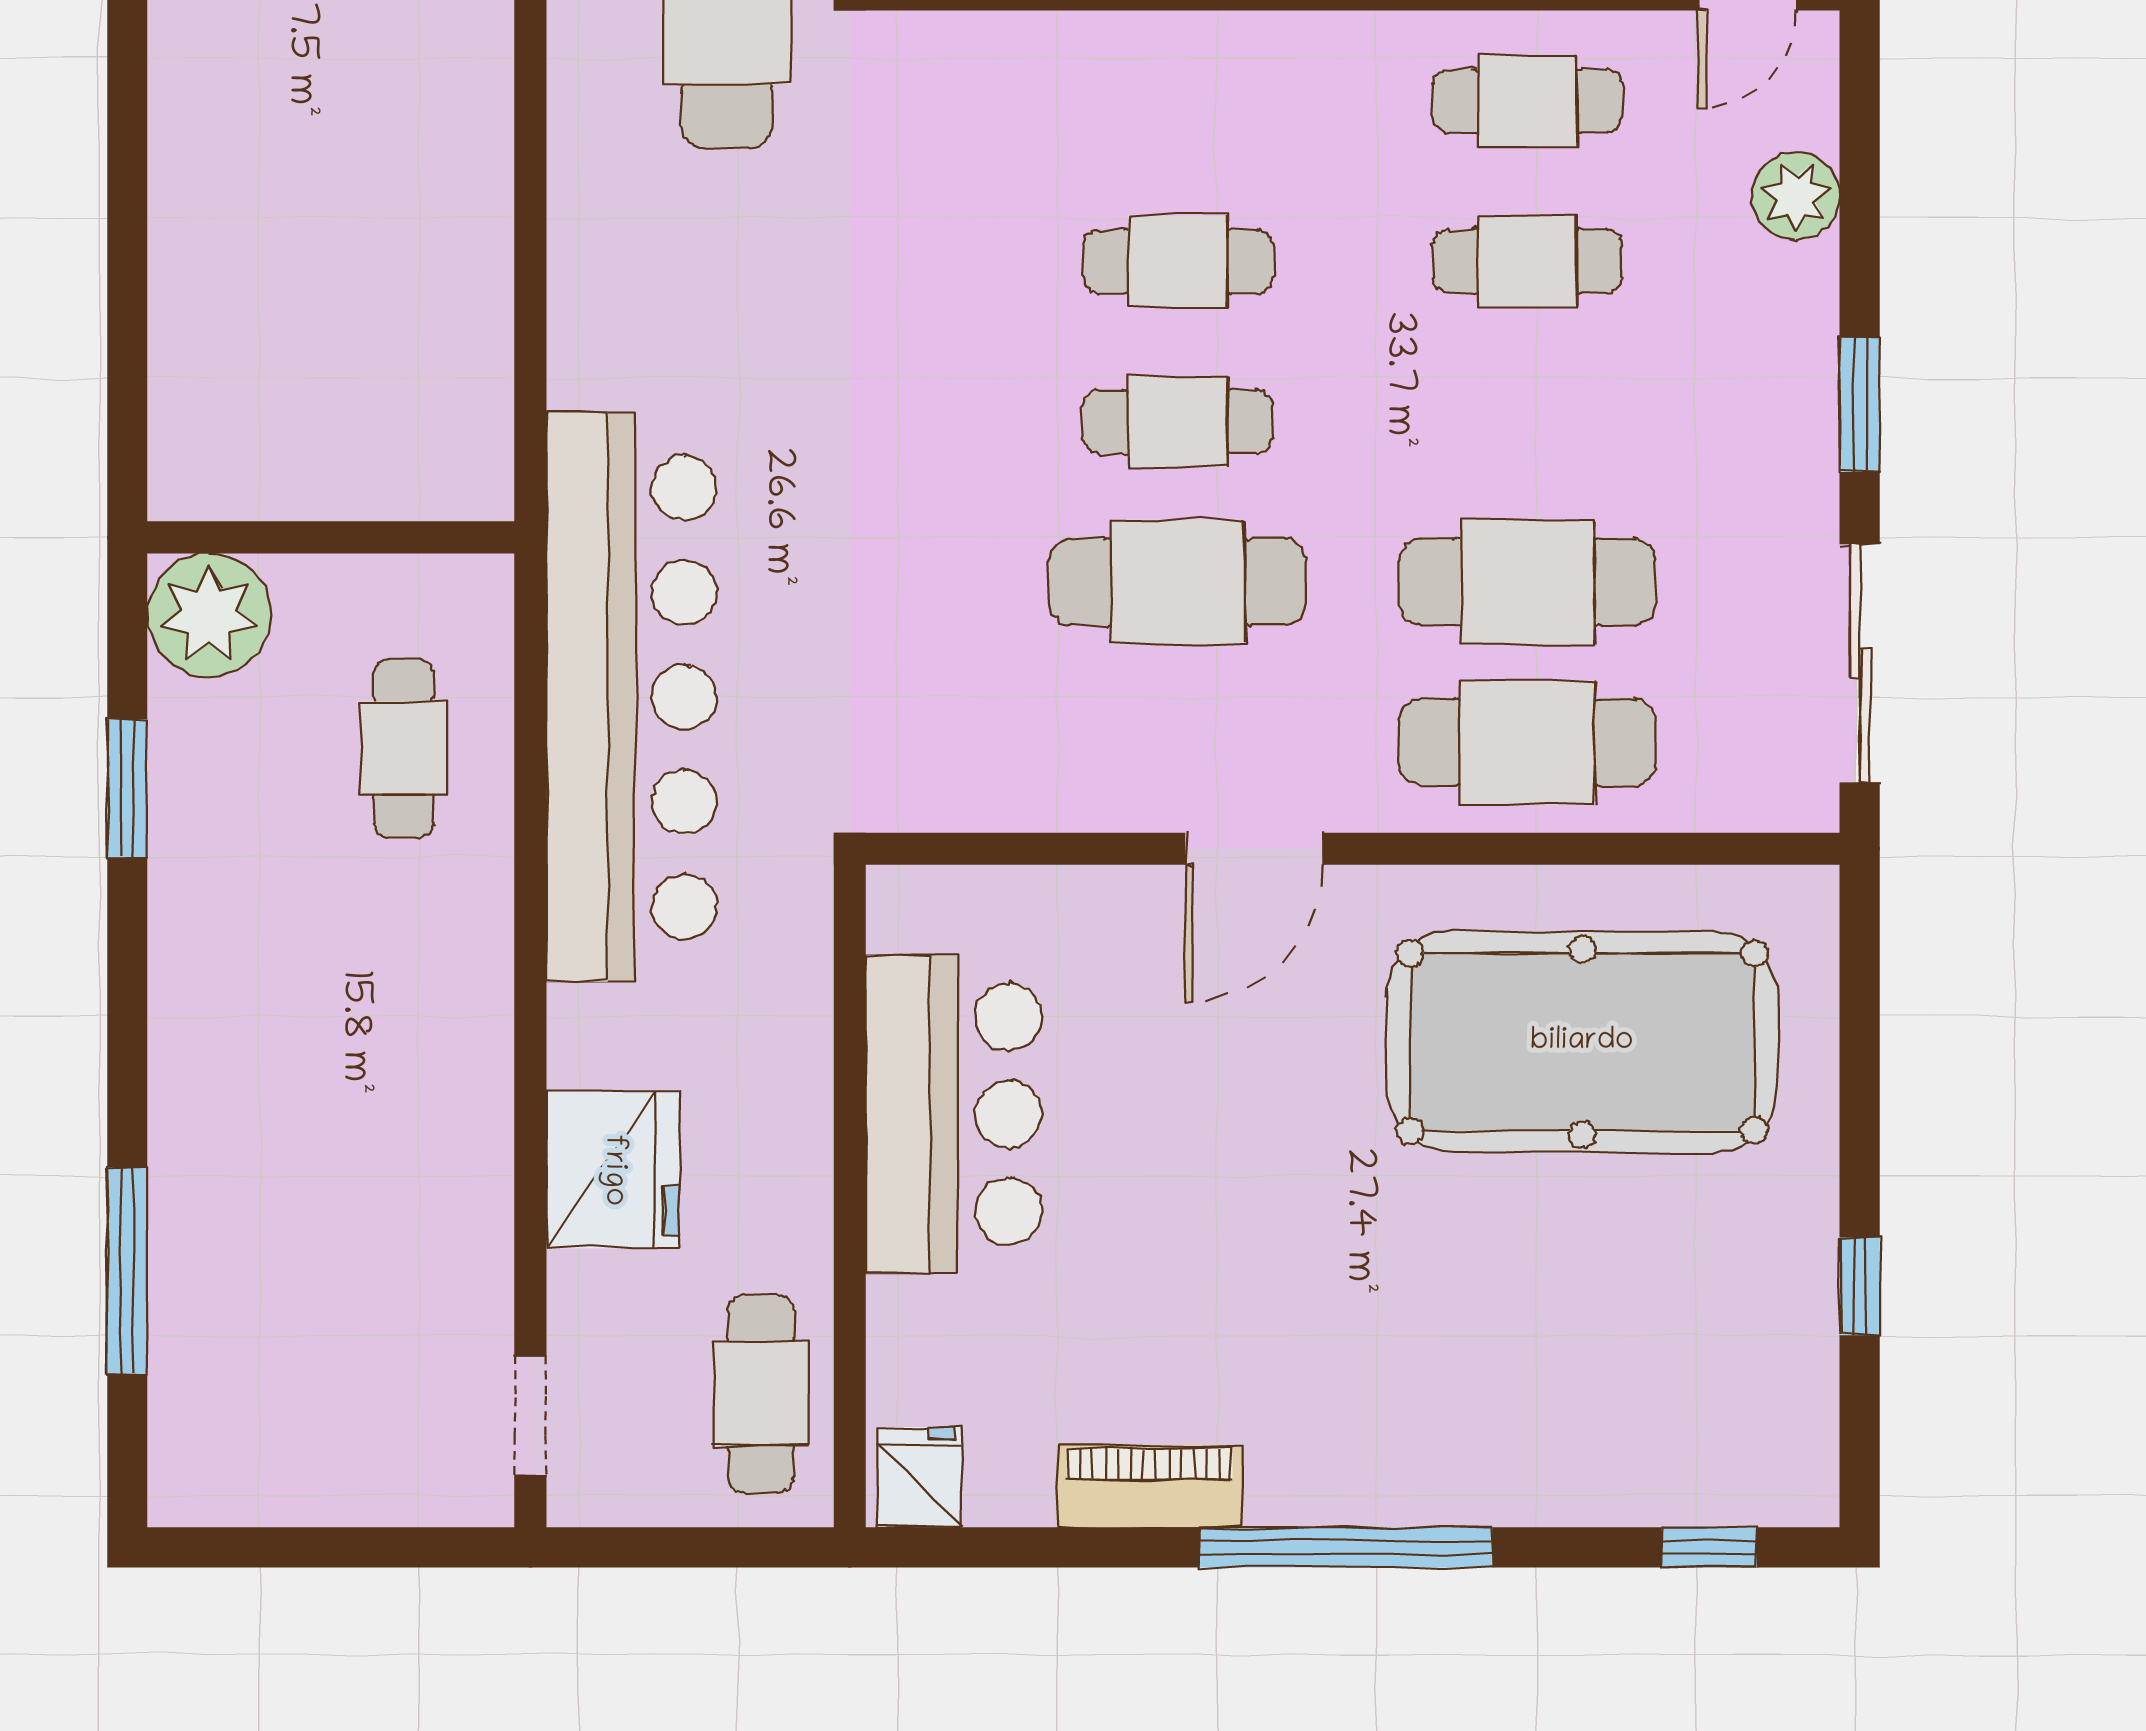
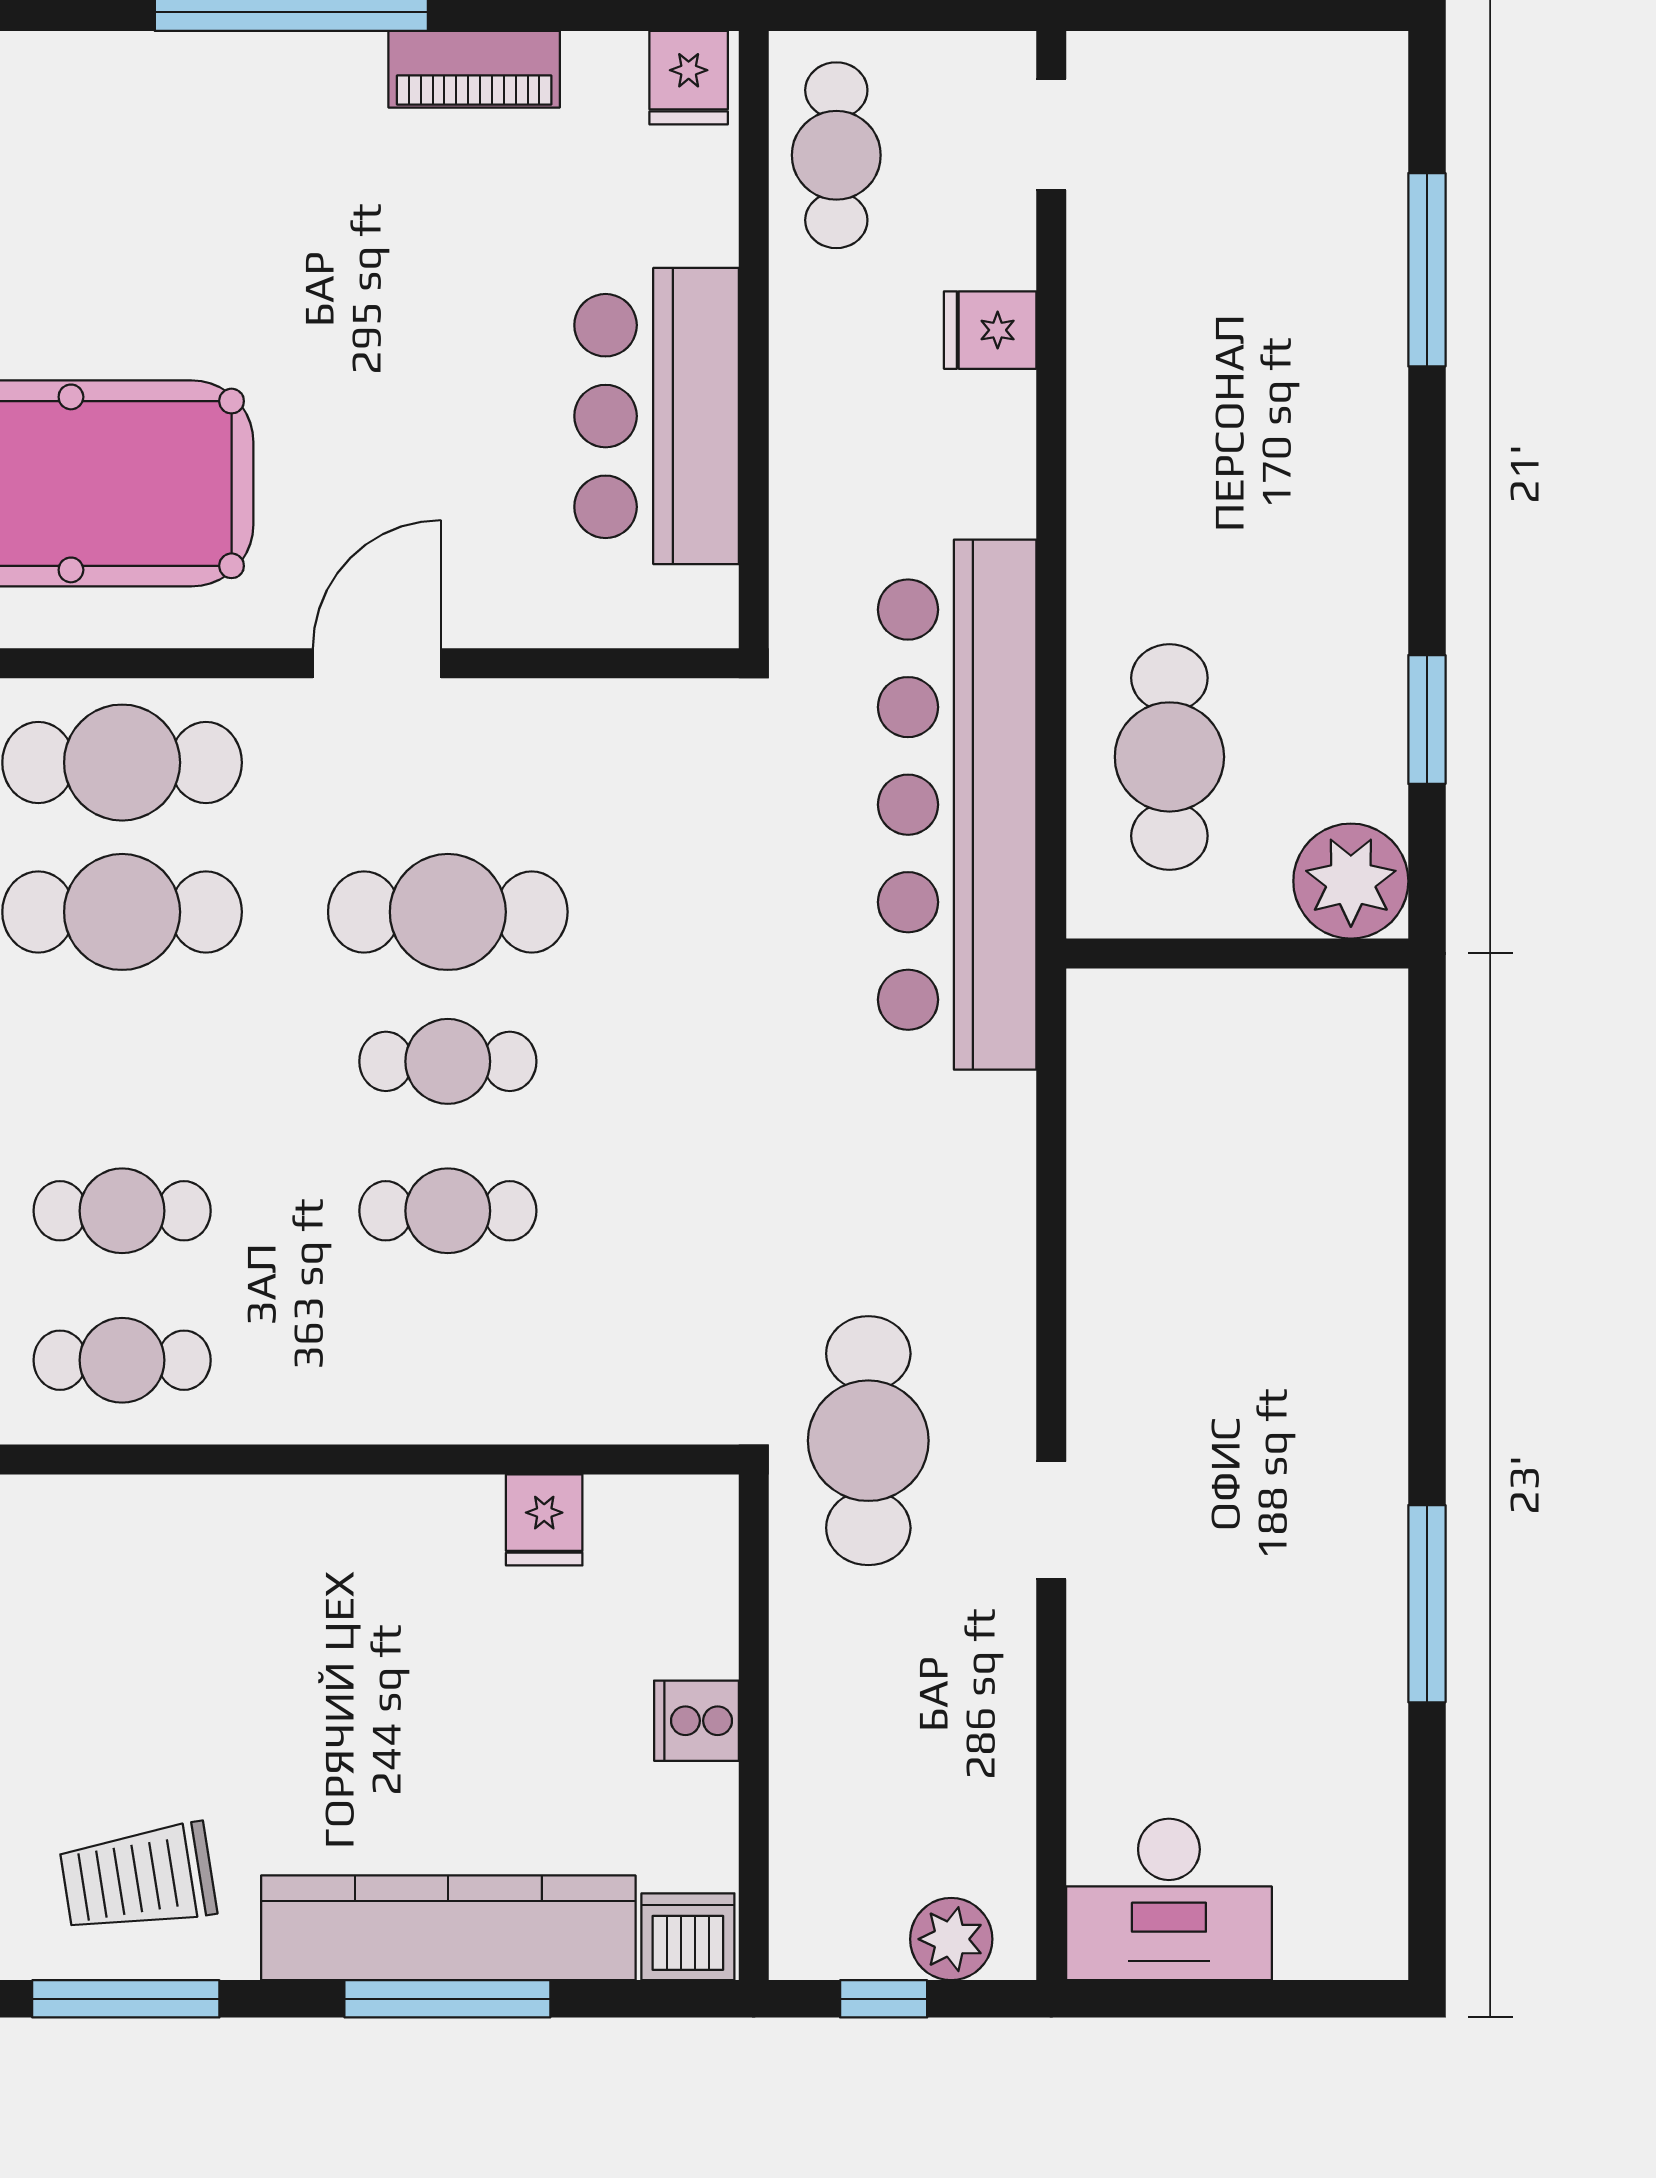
cafe table: (404, 748) -> (1169, 757), width x1.37, depth x1.35
fridge: (613, 1170) -> (990, 330), width x0.53, depth x0.75

